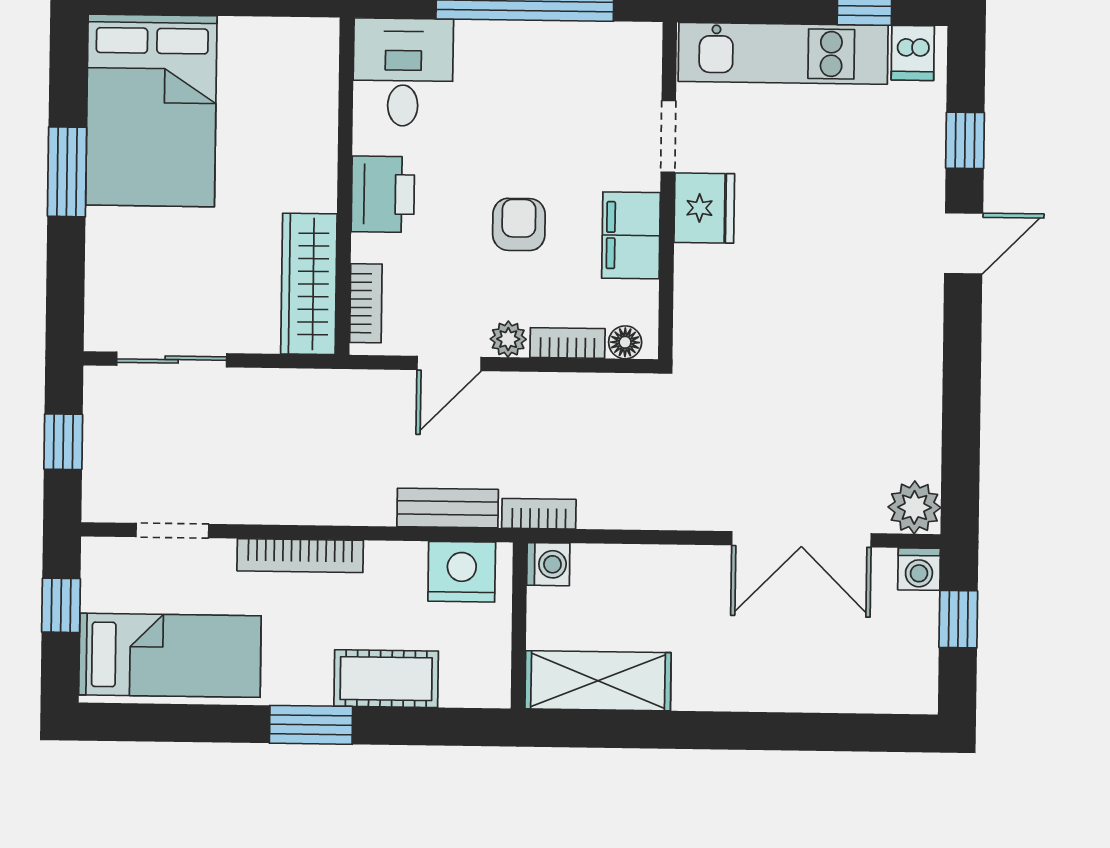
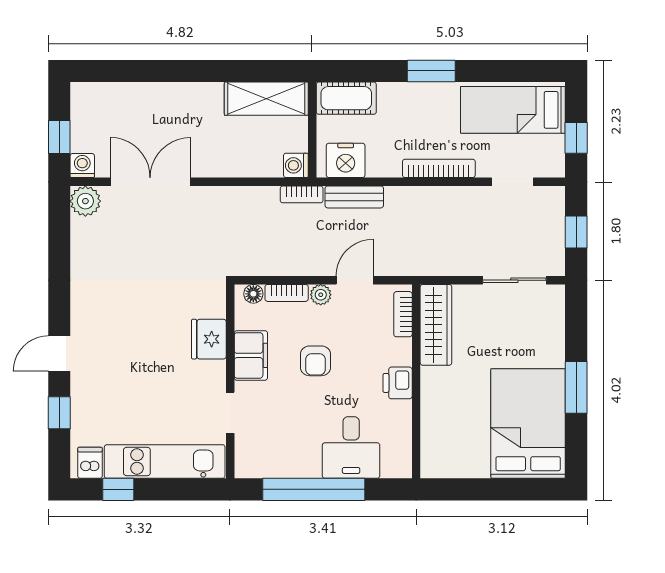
desk: (403, 72) -> (351, 448), moved
printer: (383, 194) -> (398, 383), width x0.73, depth x0.81
fridge: (704, 208) -> (209, 339), moved
cot: (386, 679) -> (346, 98), moved

